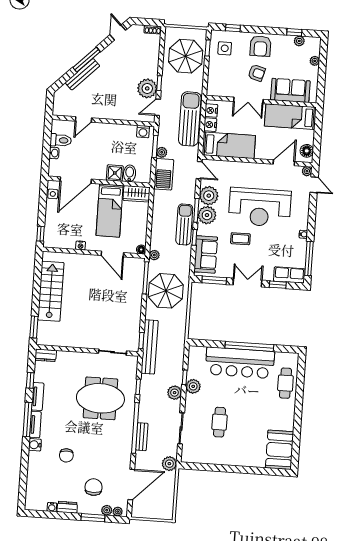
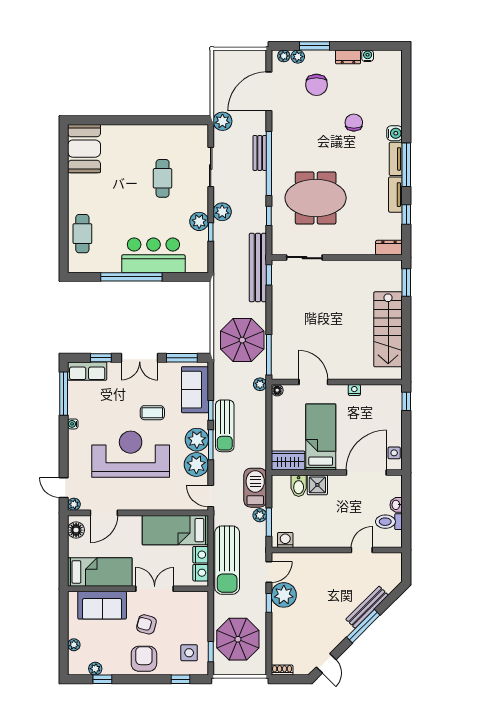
bar counter: (240, 363) -> (153, 255), width x0.73

